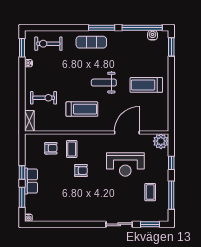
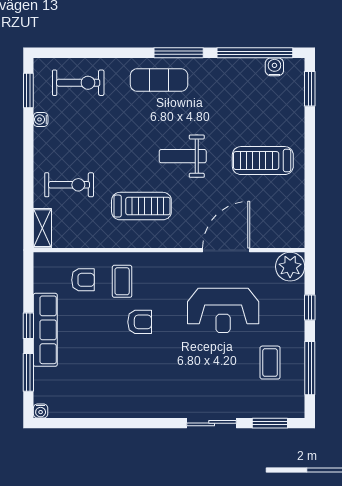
exercise bike: (48, 44) -> (78, 83), turned 180
row of seats: (31, 181) -> (45, 330), width x1.48

